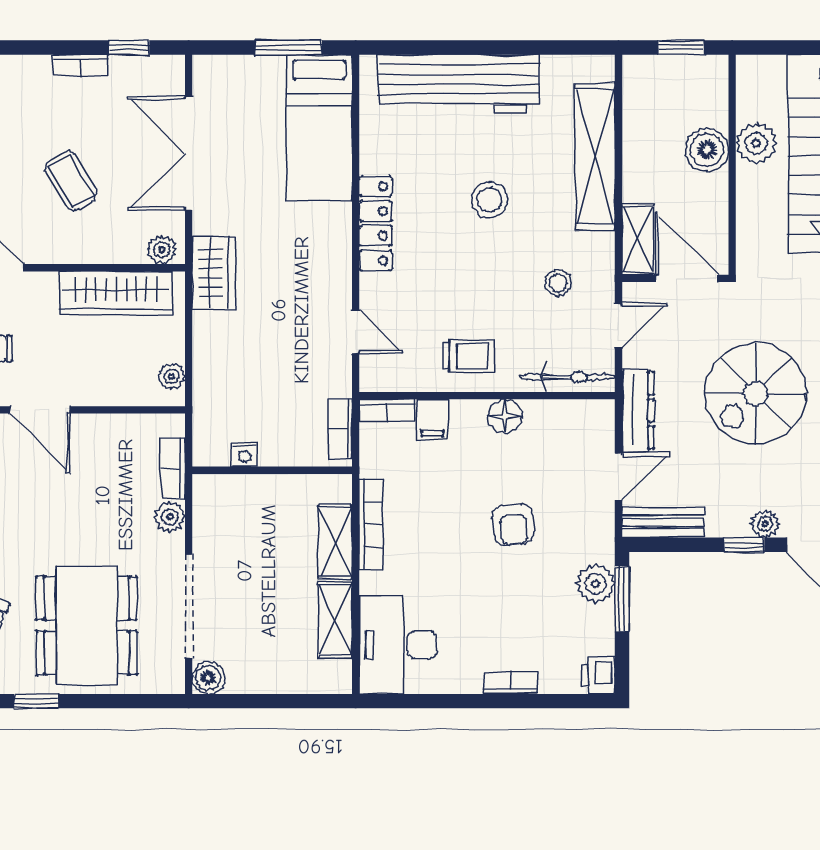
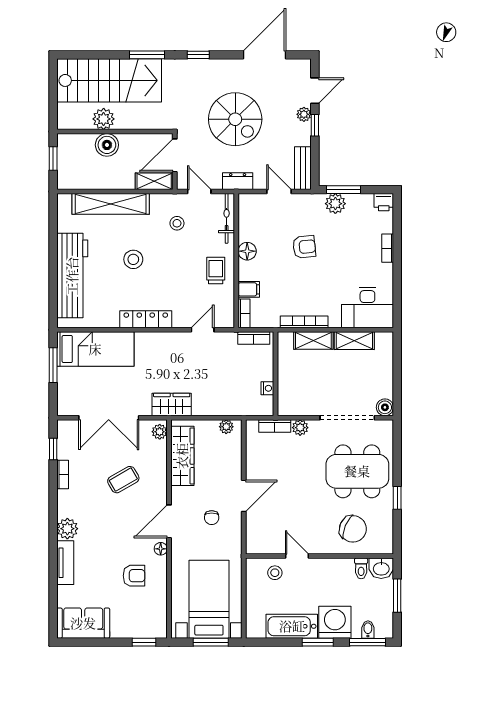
dresser: (638, 410) -> (238, 181), width x0.70

